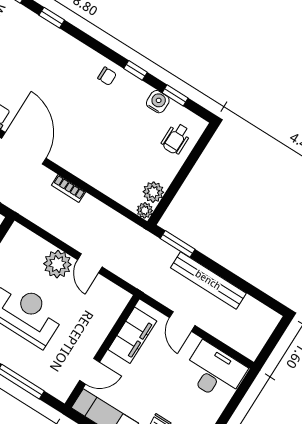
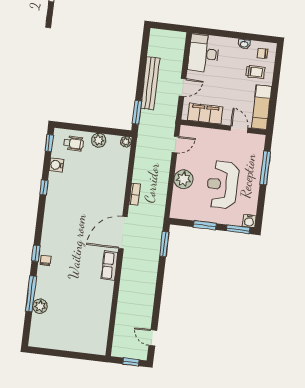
chair: (107, 76) -> (46, 261), moved
window: (175, 95) -> (49, 143), moved
plant: (153, 192) -> (99, 140), moved
door: (90, 263) -> (176, 145), moved

